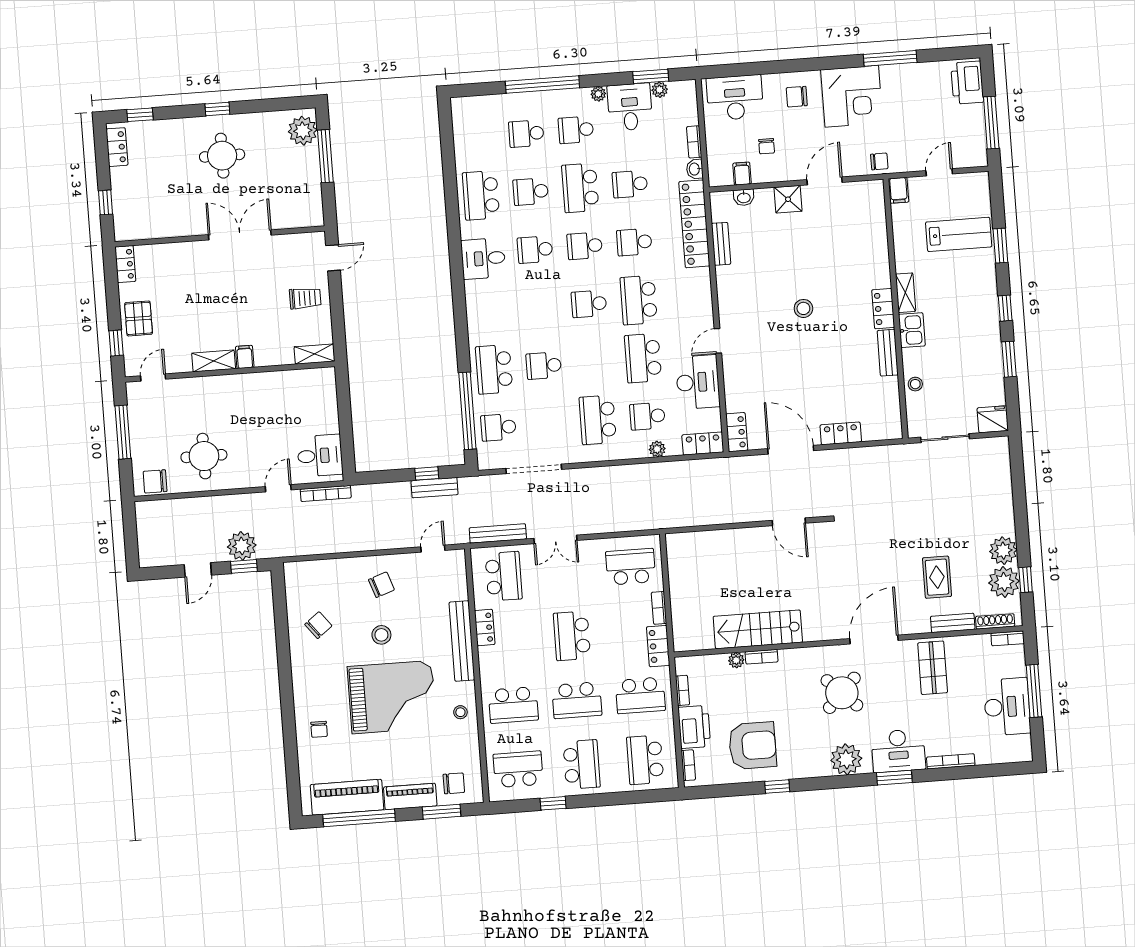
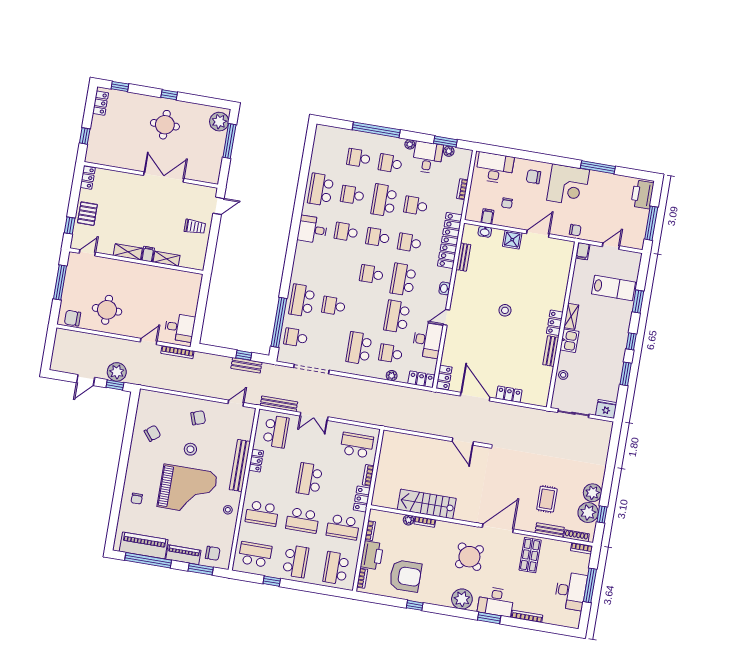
washbasin: (695, 169) -> (445, 288), moved
shelving: (314, 354) -> (167, 259), moved

